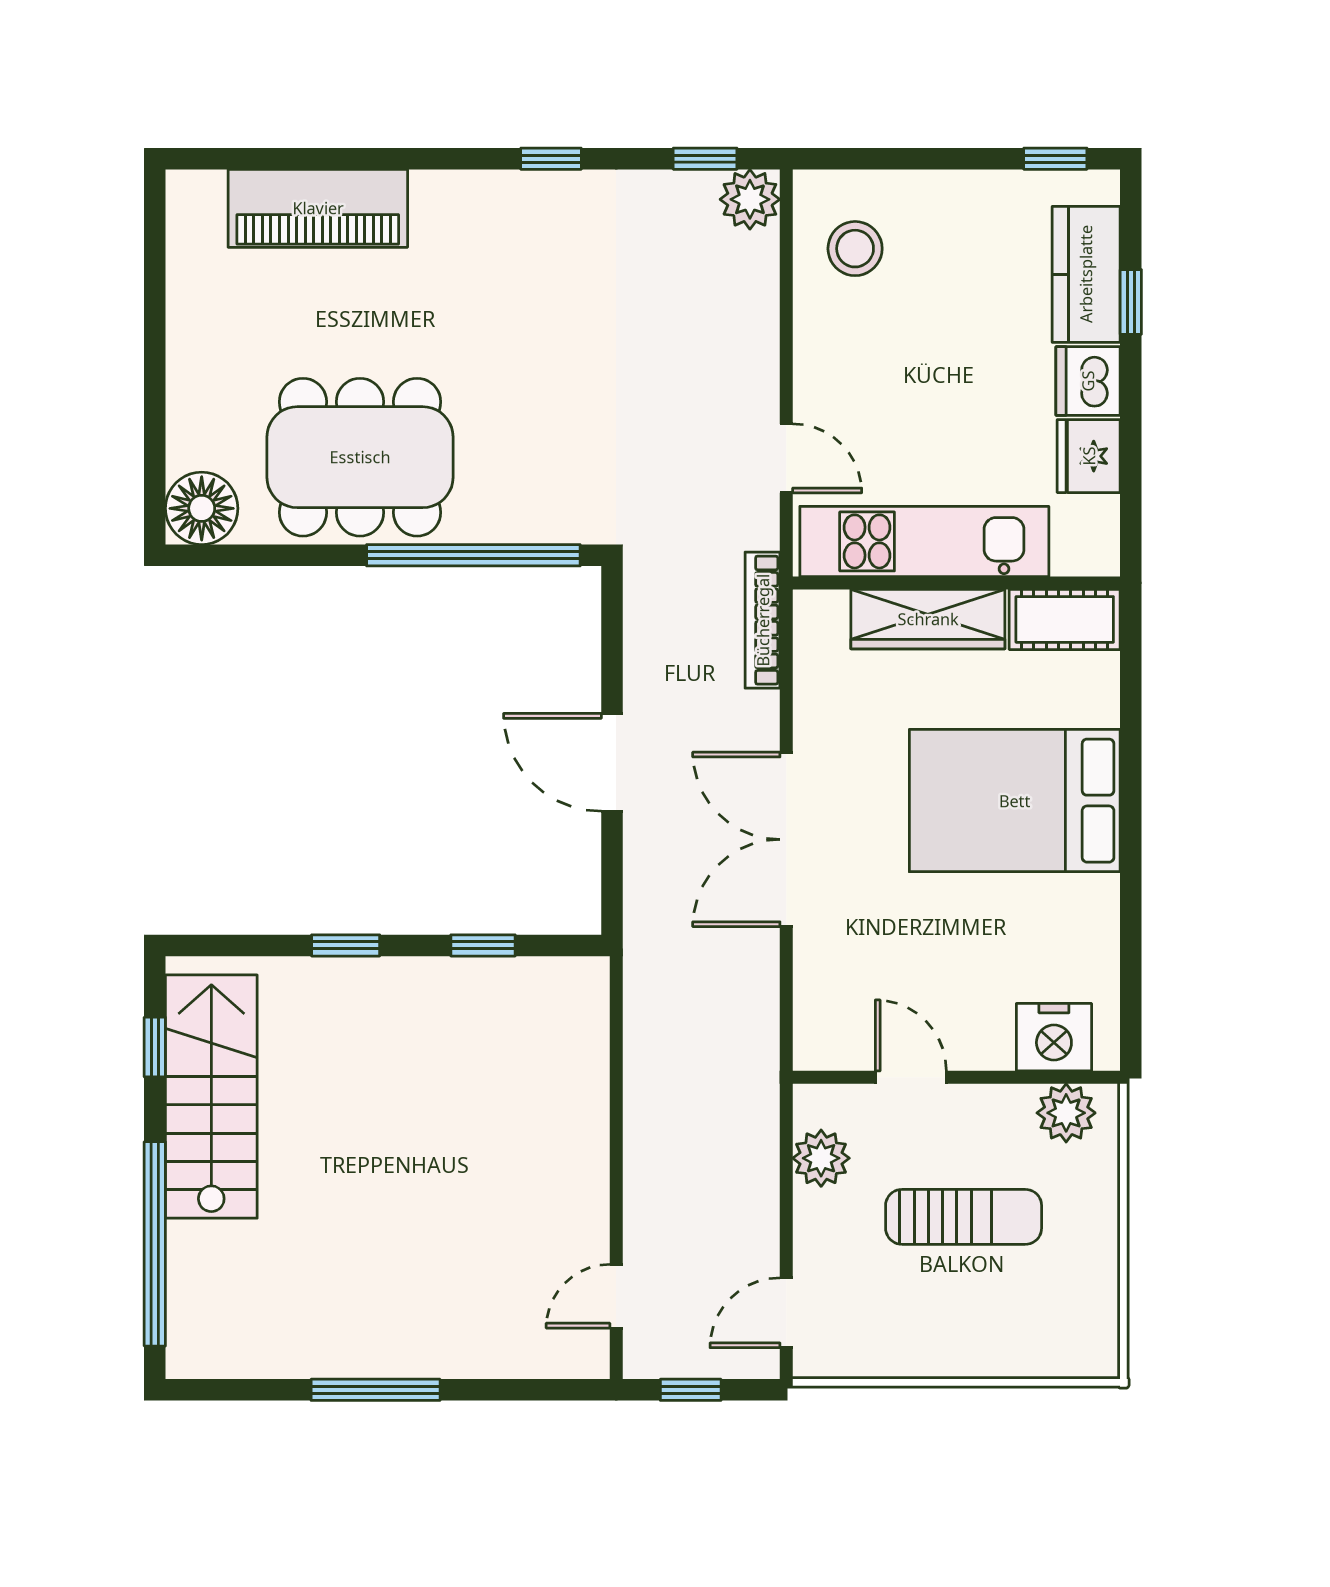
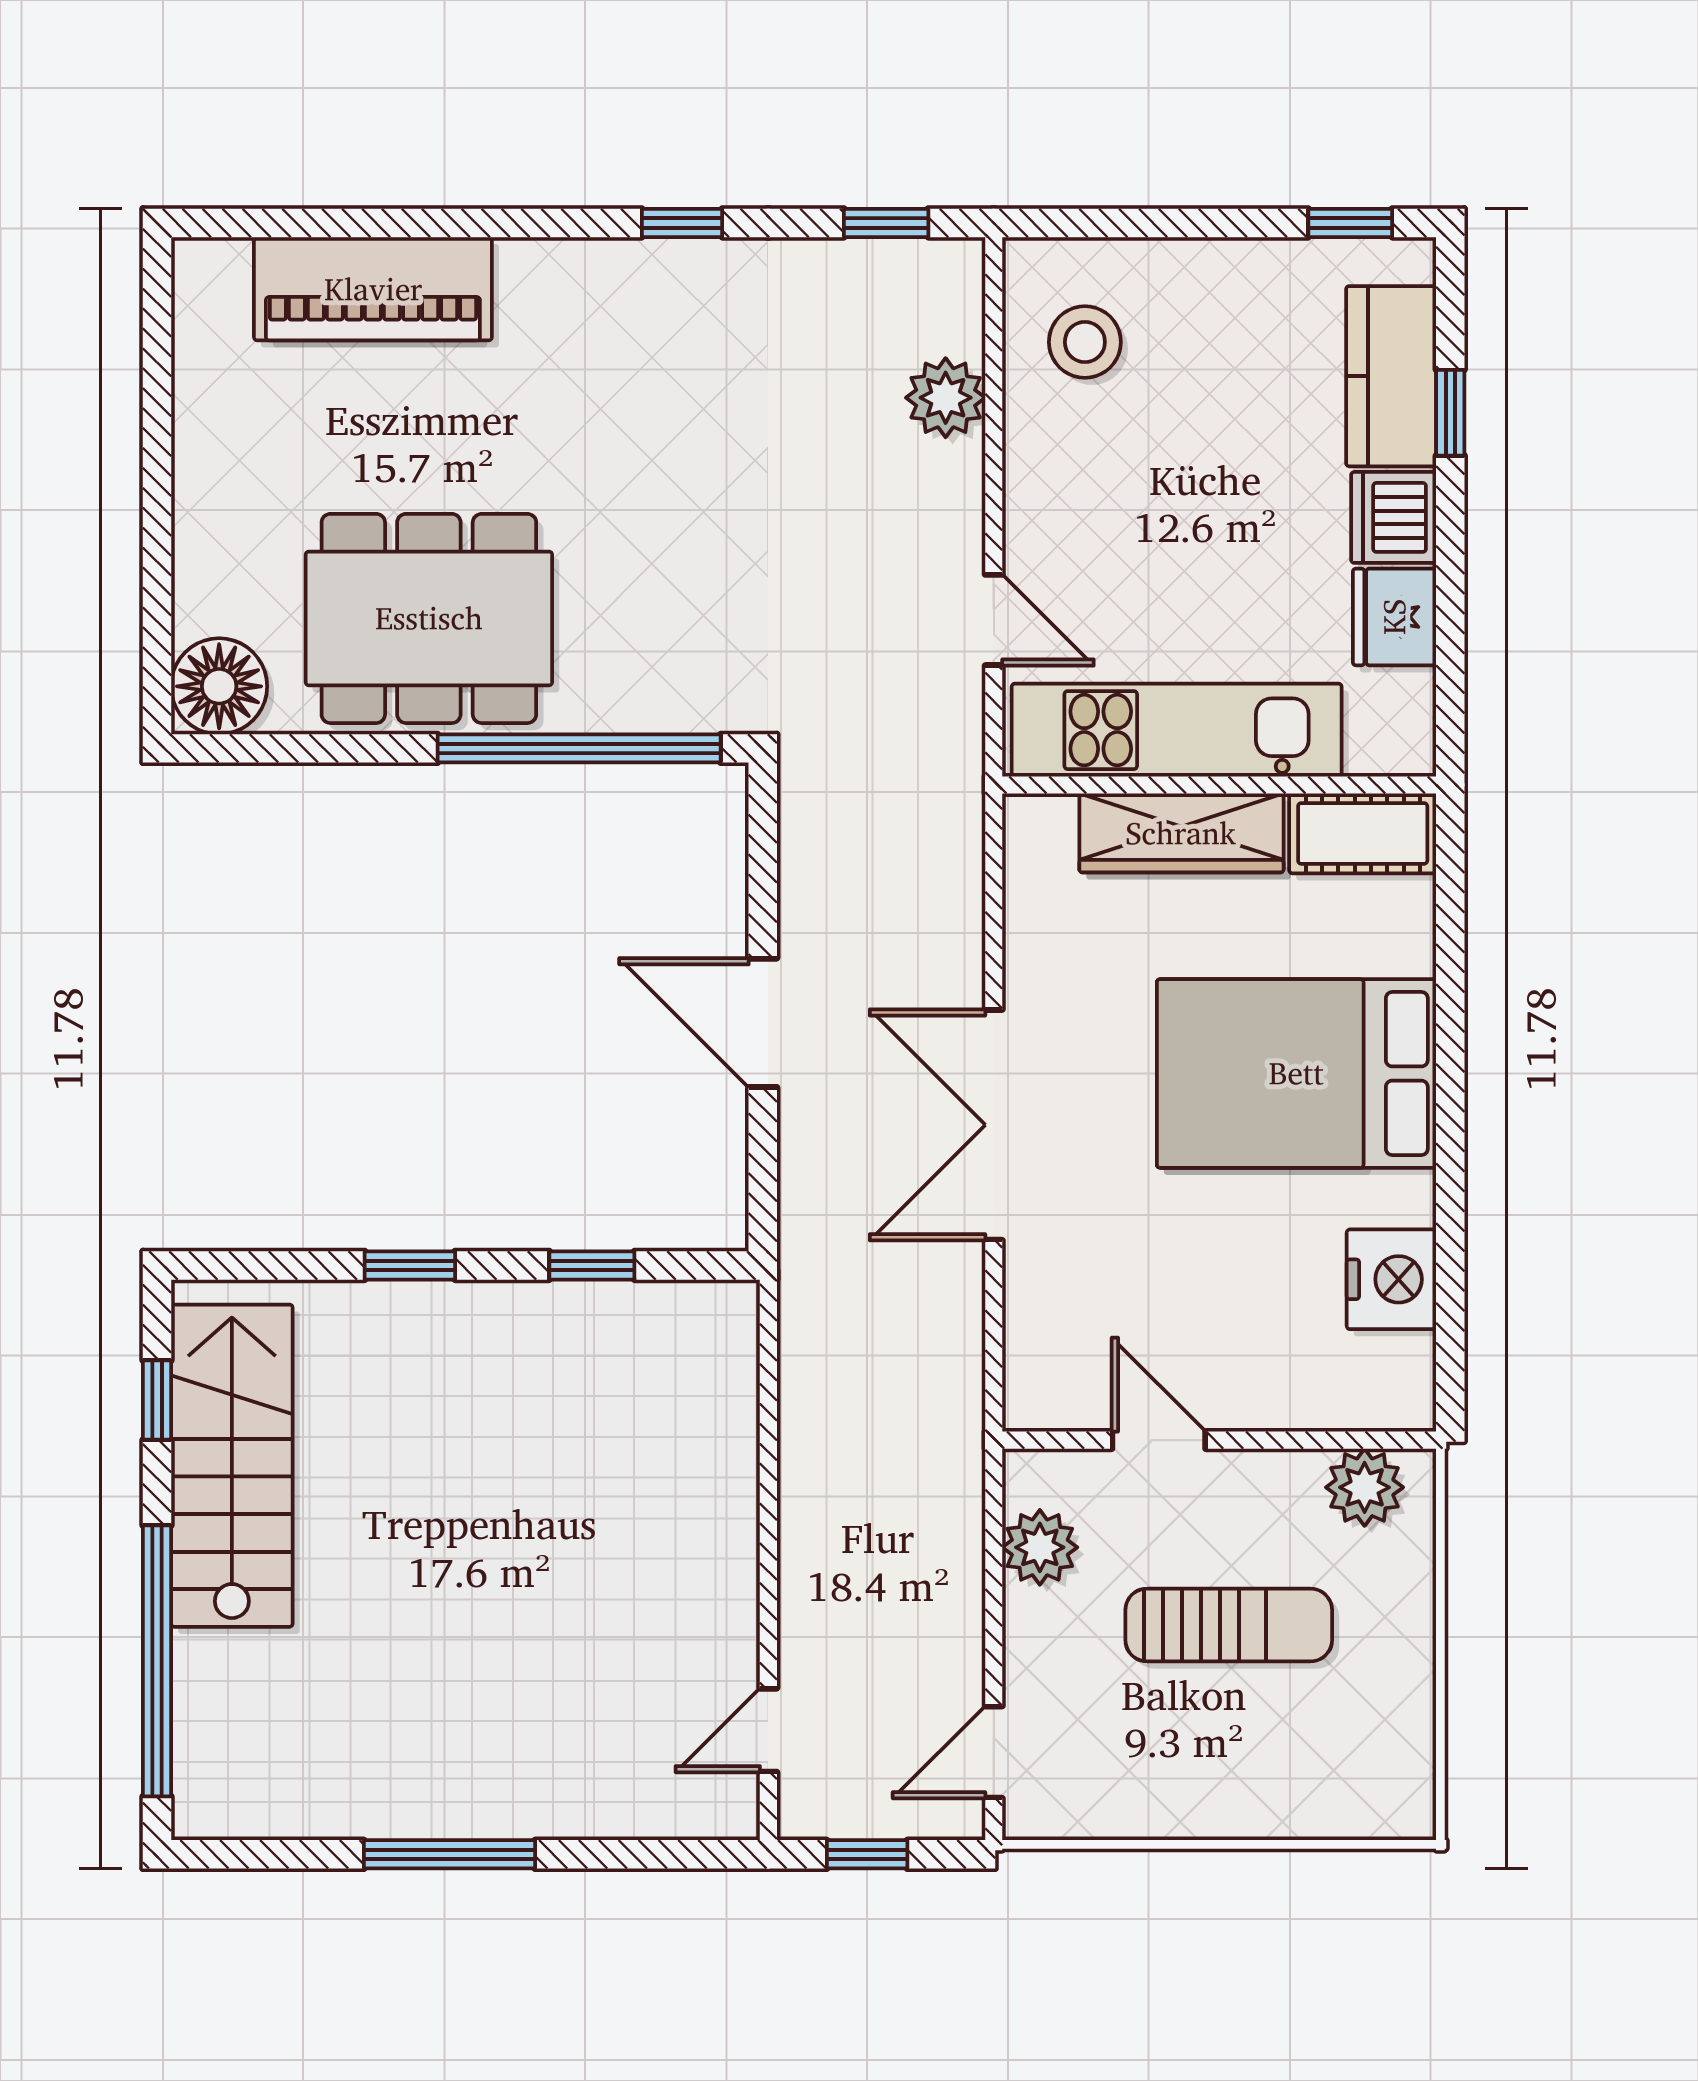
plant: (750, 199) -> (946, 398), moved
bookcase: (763, 620) -> (962, 834), removed
nightstand: (1054, 1037) -> (1391, 1279), moved, turned -90

